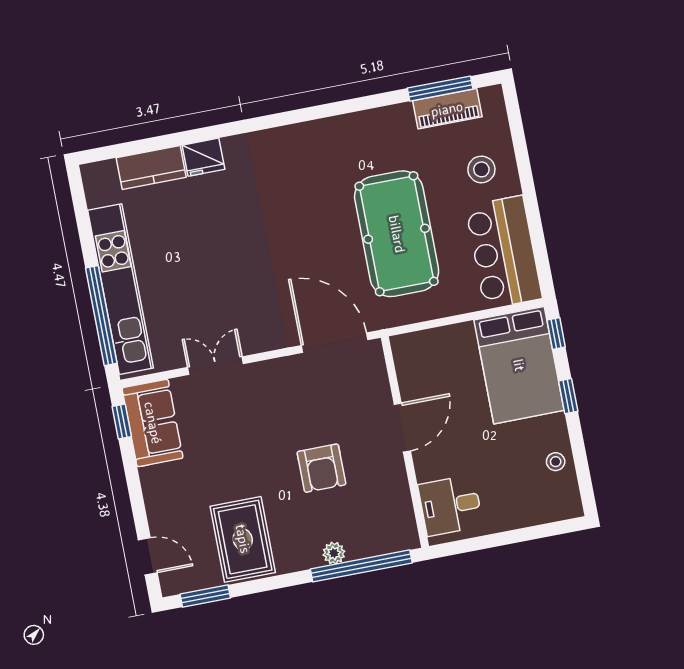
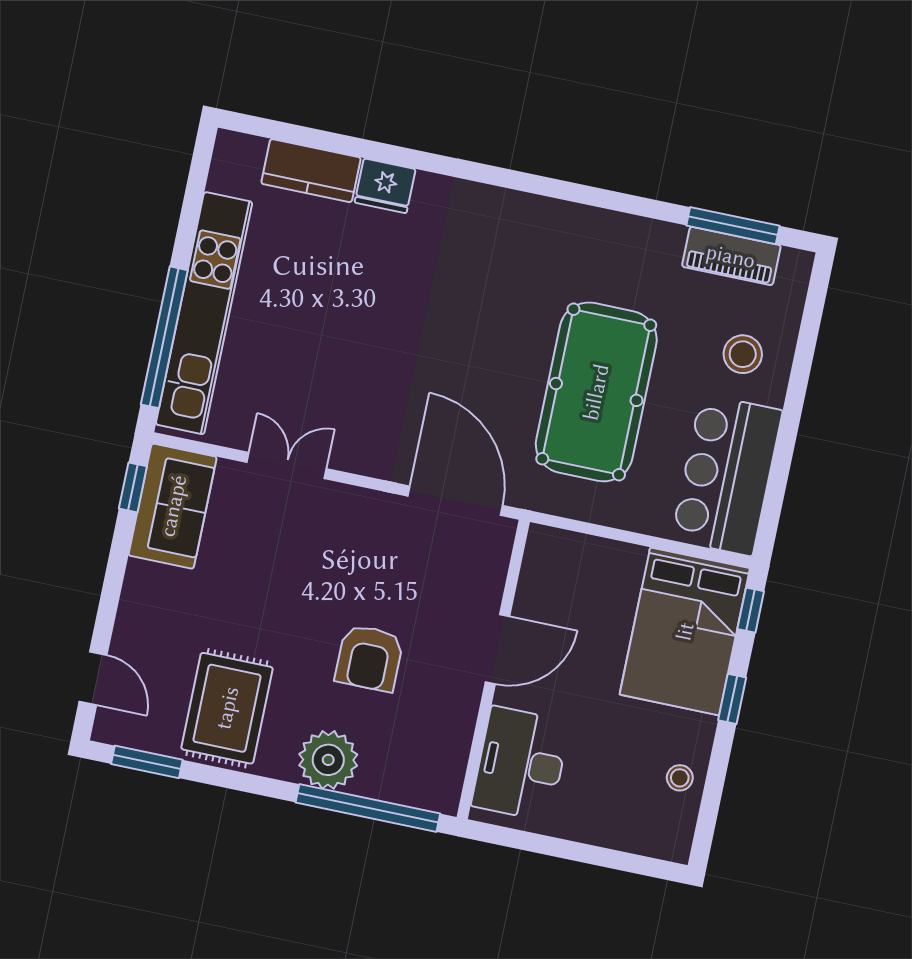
desk: (450, 505) -> (521, 764), width x1.37
plant: (334, 553) -> (328, 760), width x1.88, depth x1.88

